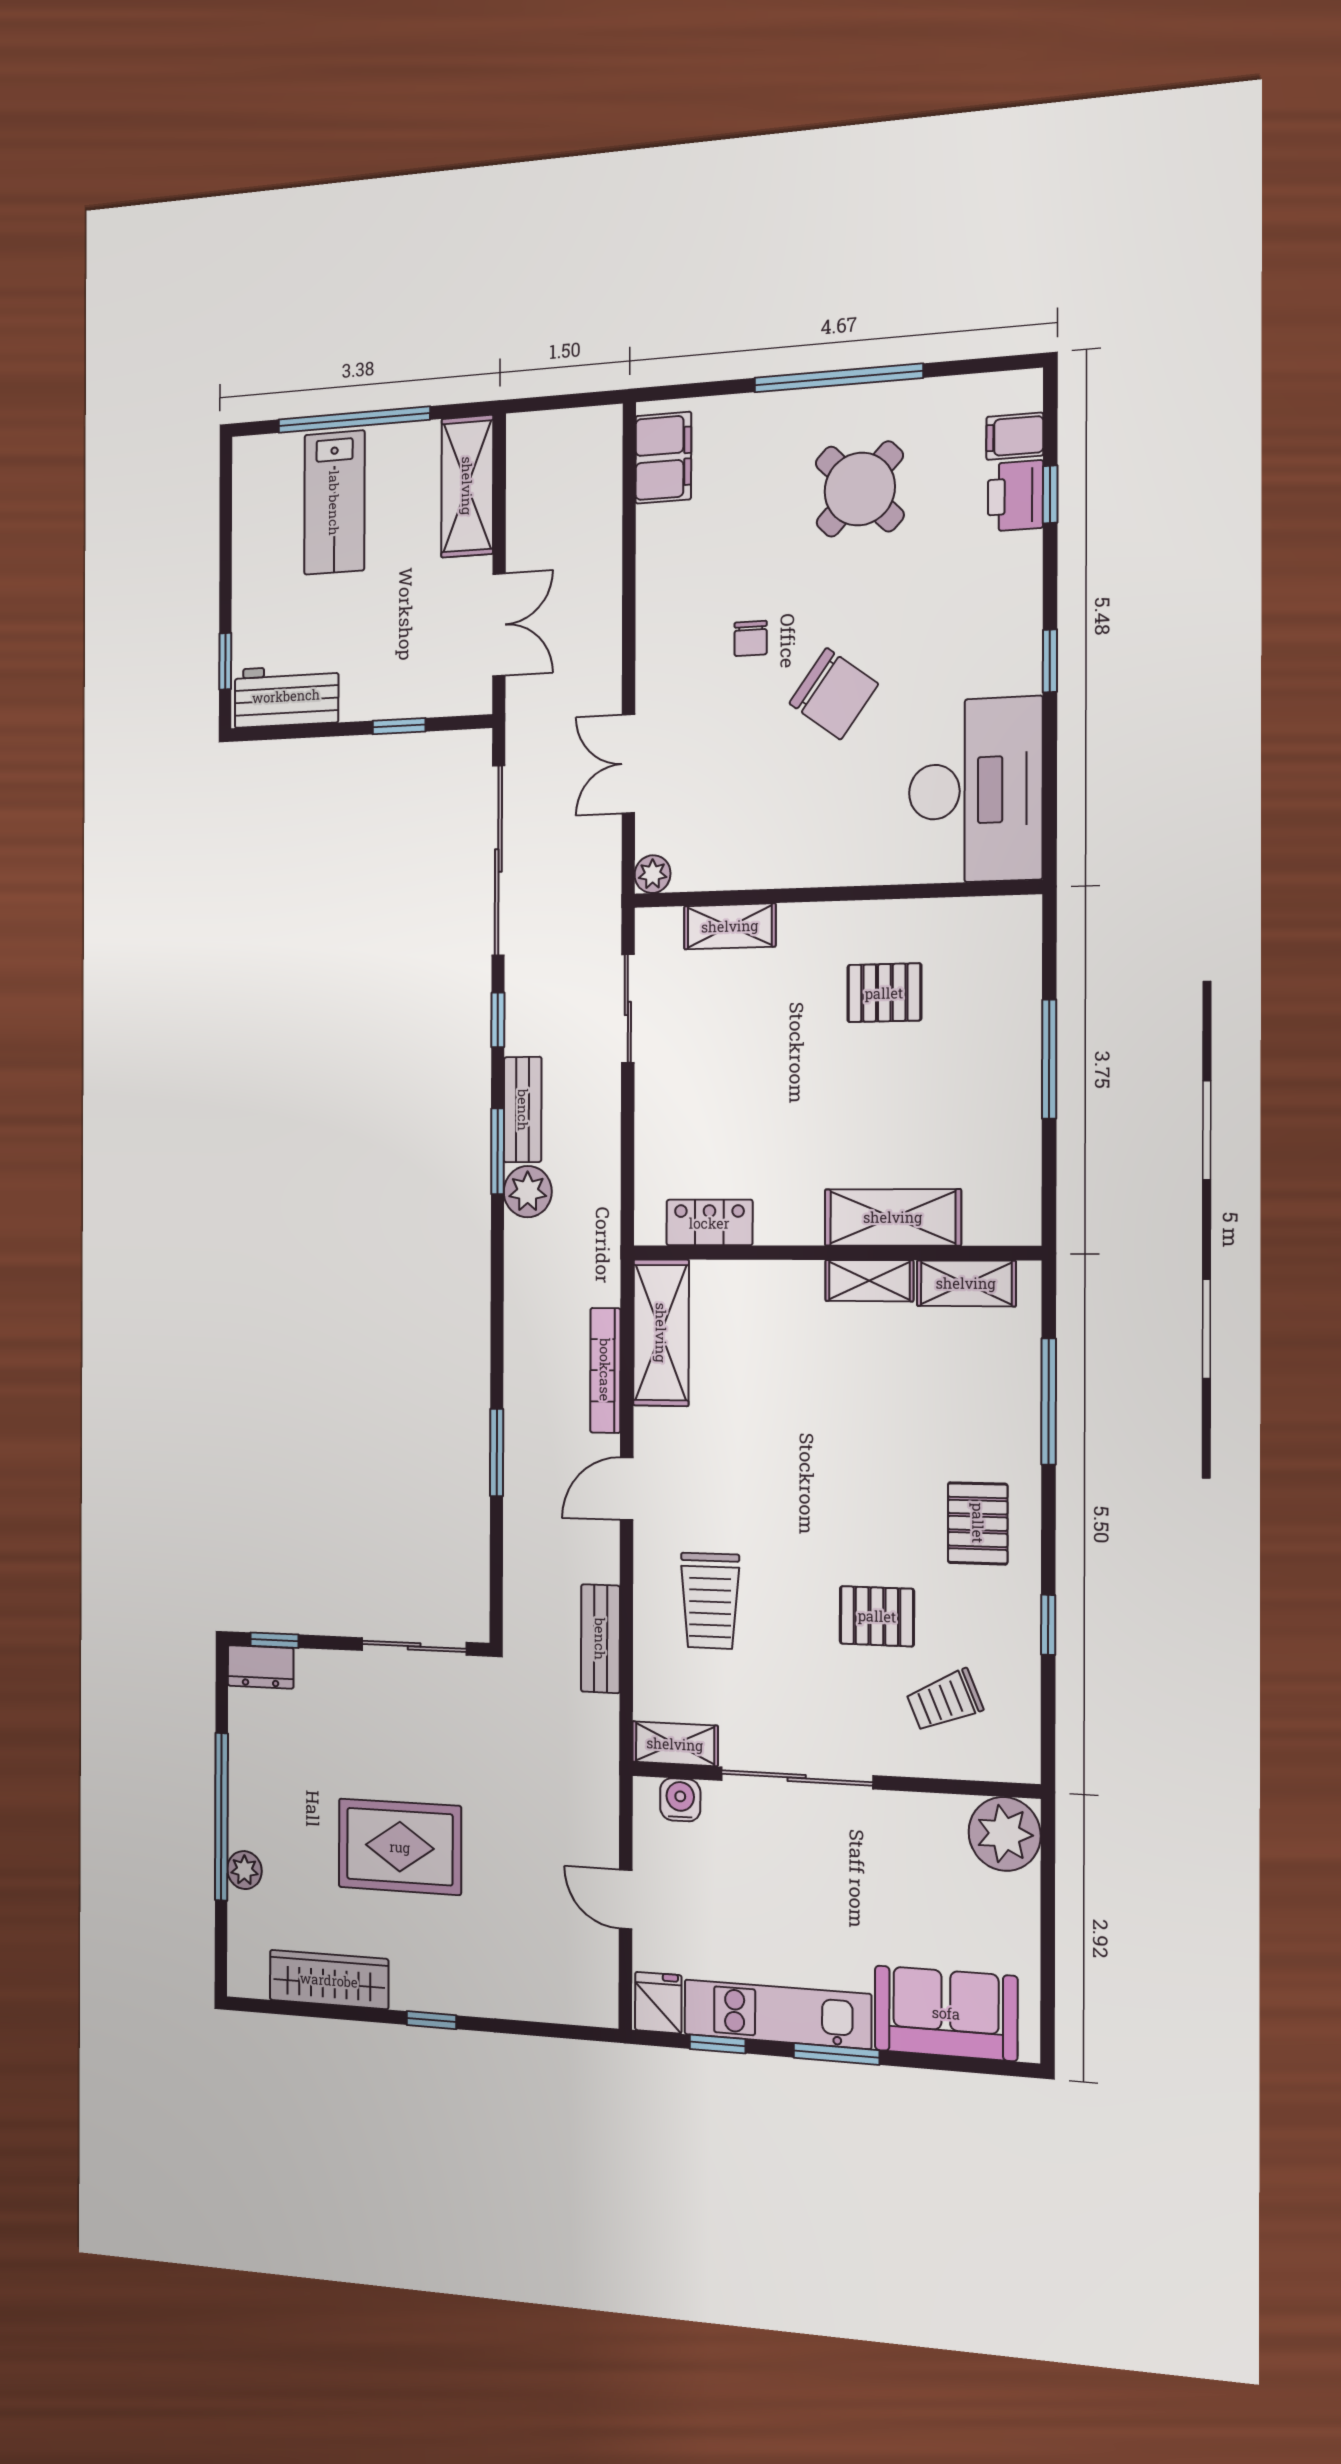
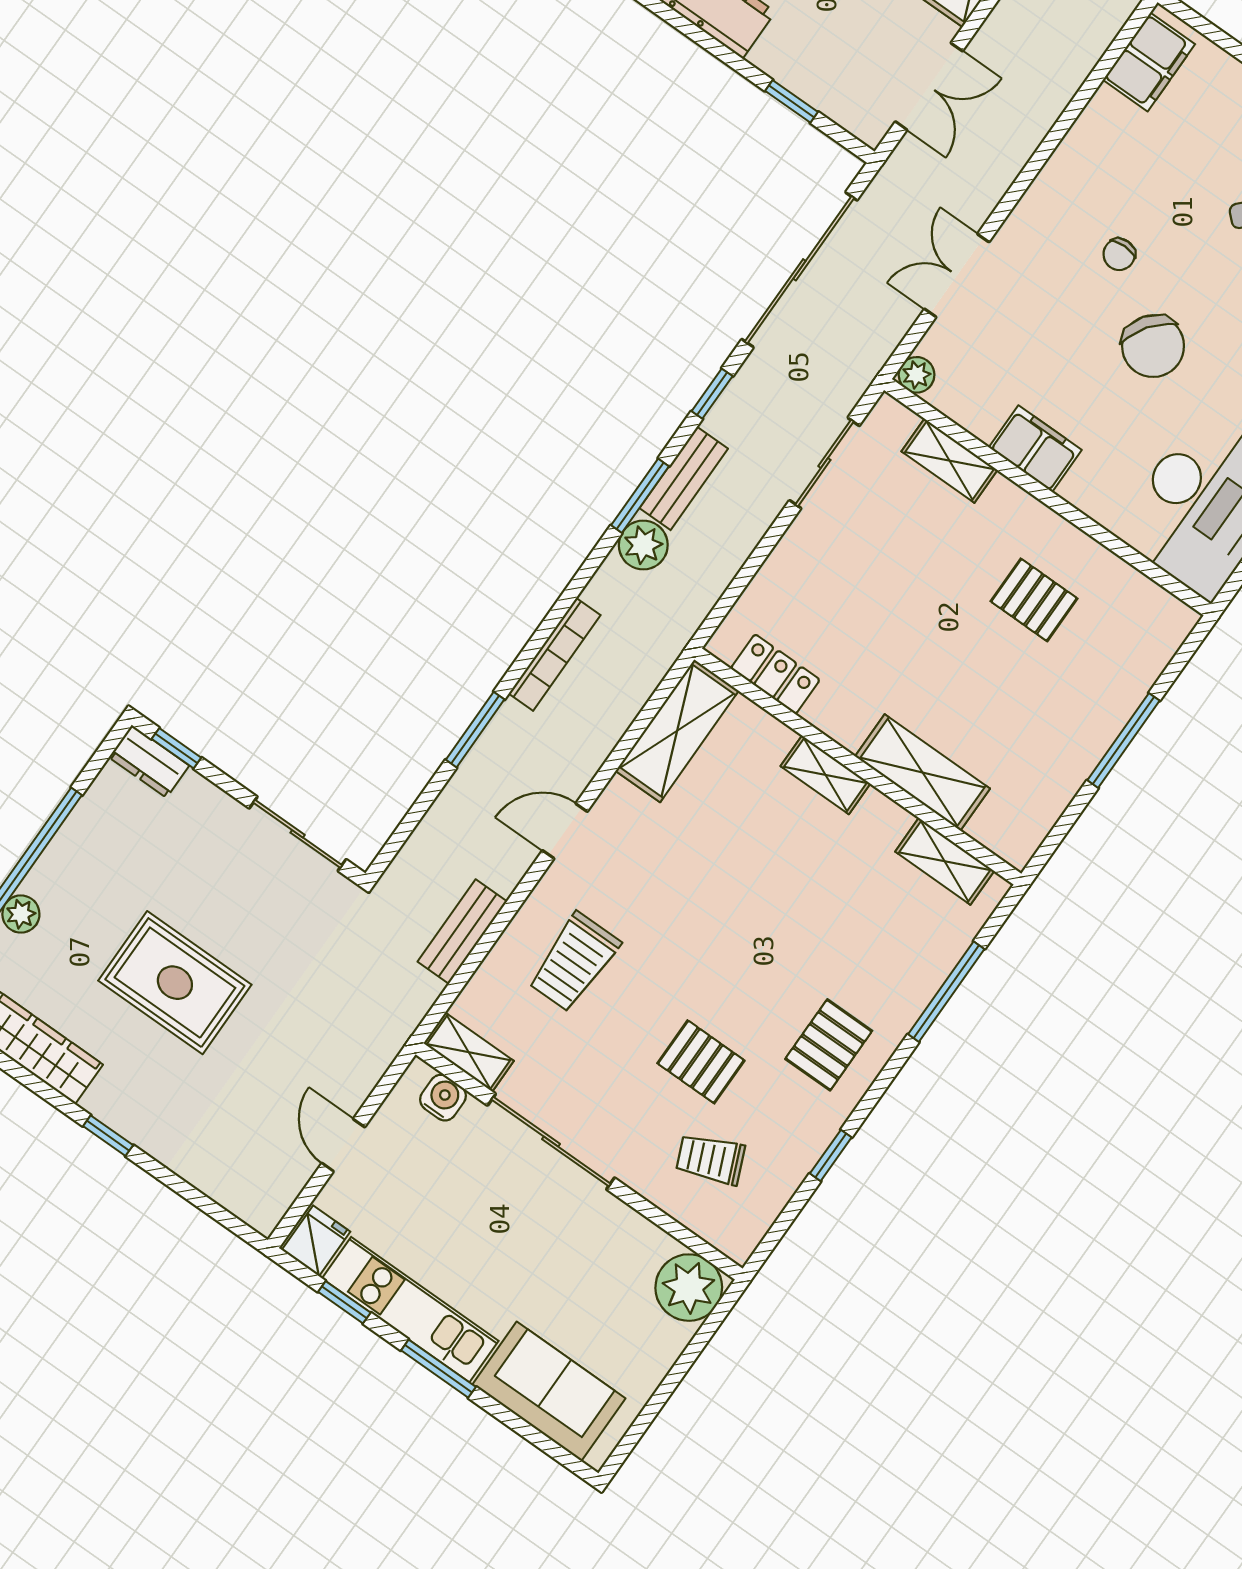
filing cabinet: (795, 860) -> (1035, 449), added
shelving: (869, 1281) -> (825, 775), moved
bookcase: (605, 1370) -> (555, 654), moved, turned 180

